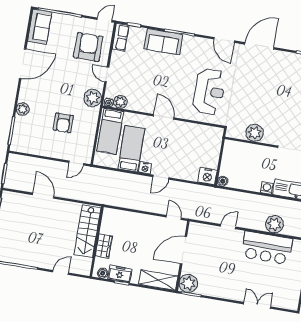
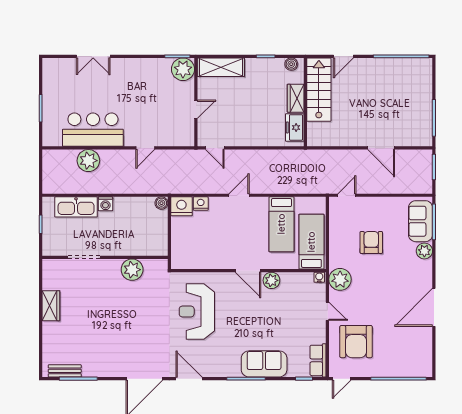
sofa: (40, 27) -> (421, 221), moved
plant: (121, 102) -> (271, 280), moved
nightstand: (145, 168) -> (201, 204), moved
stairs: (87, 231) -> (319, 90), moved
door: (183, 250) -> (196, 109), width x0.53
freezer: (120, 274) -> (295, 127), moved, turned 90

